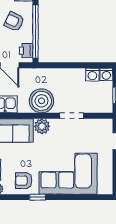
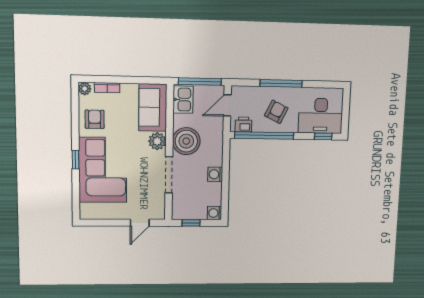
washing machine: (92, 75) -> (215, 174), moved
doorway: (72, 116) -> (169, 175), width x1.38
window: (37, 197) -> (75, 160), moved

